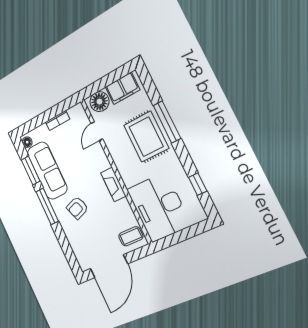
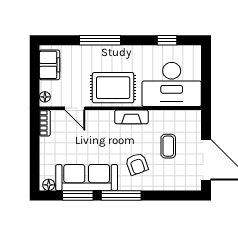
floor lamp: (99, 102) -> (45, 97), width x0.53, depth x0.53
bookcase: (57, 121) -> (45, 123), moved
rug: (146, 137) -> (113, 88), moved
coffee table: (131, 236) -> (168, 146), moved

